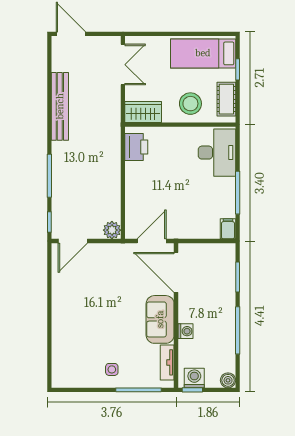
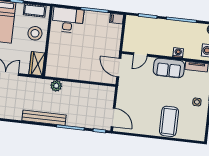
bench: (60, 106) -> (44, 118), moved
printer: (136, 147) -> (58, 71), removed
plant: (112, 230) -> (56, 86), moved
door: (176, 272) -> (140, 55), width x0.53
coffee table: (76, 329) -> (169, 121), added

